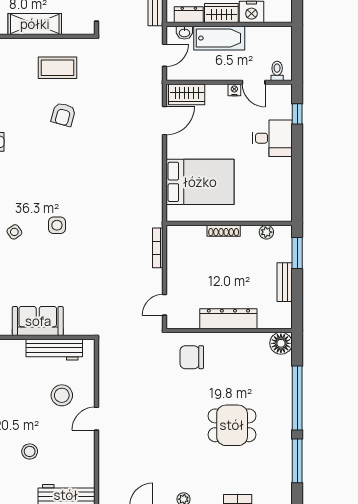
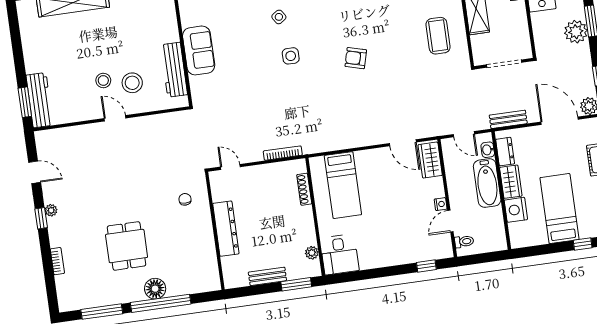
armchair: (63, 114) -> (356, 58), moved
desk: (272, 138) -> (340, 254), moved
bed: (200, 182) -> (343, 185), width x0.67
shoe rack: (224, 231) -> (304, 189), moved
floor lamp: (281, 343) -> (155, 289), moved
chair: (192, 357) -> (185, 199), width x0.54, depth x0.54
stool: (30, 451) -> (103, 80), moved

